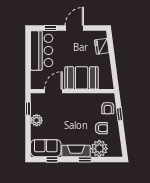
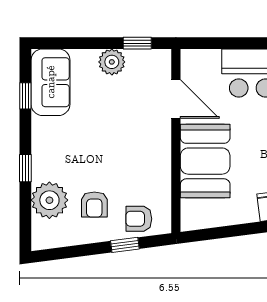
fireplace: (76, 151) -> (44, 149), removed

